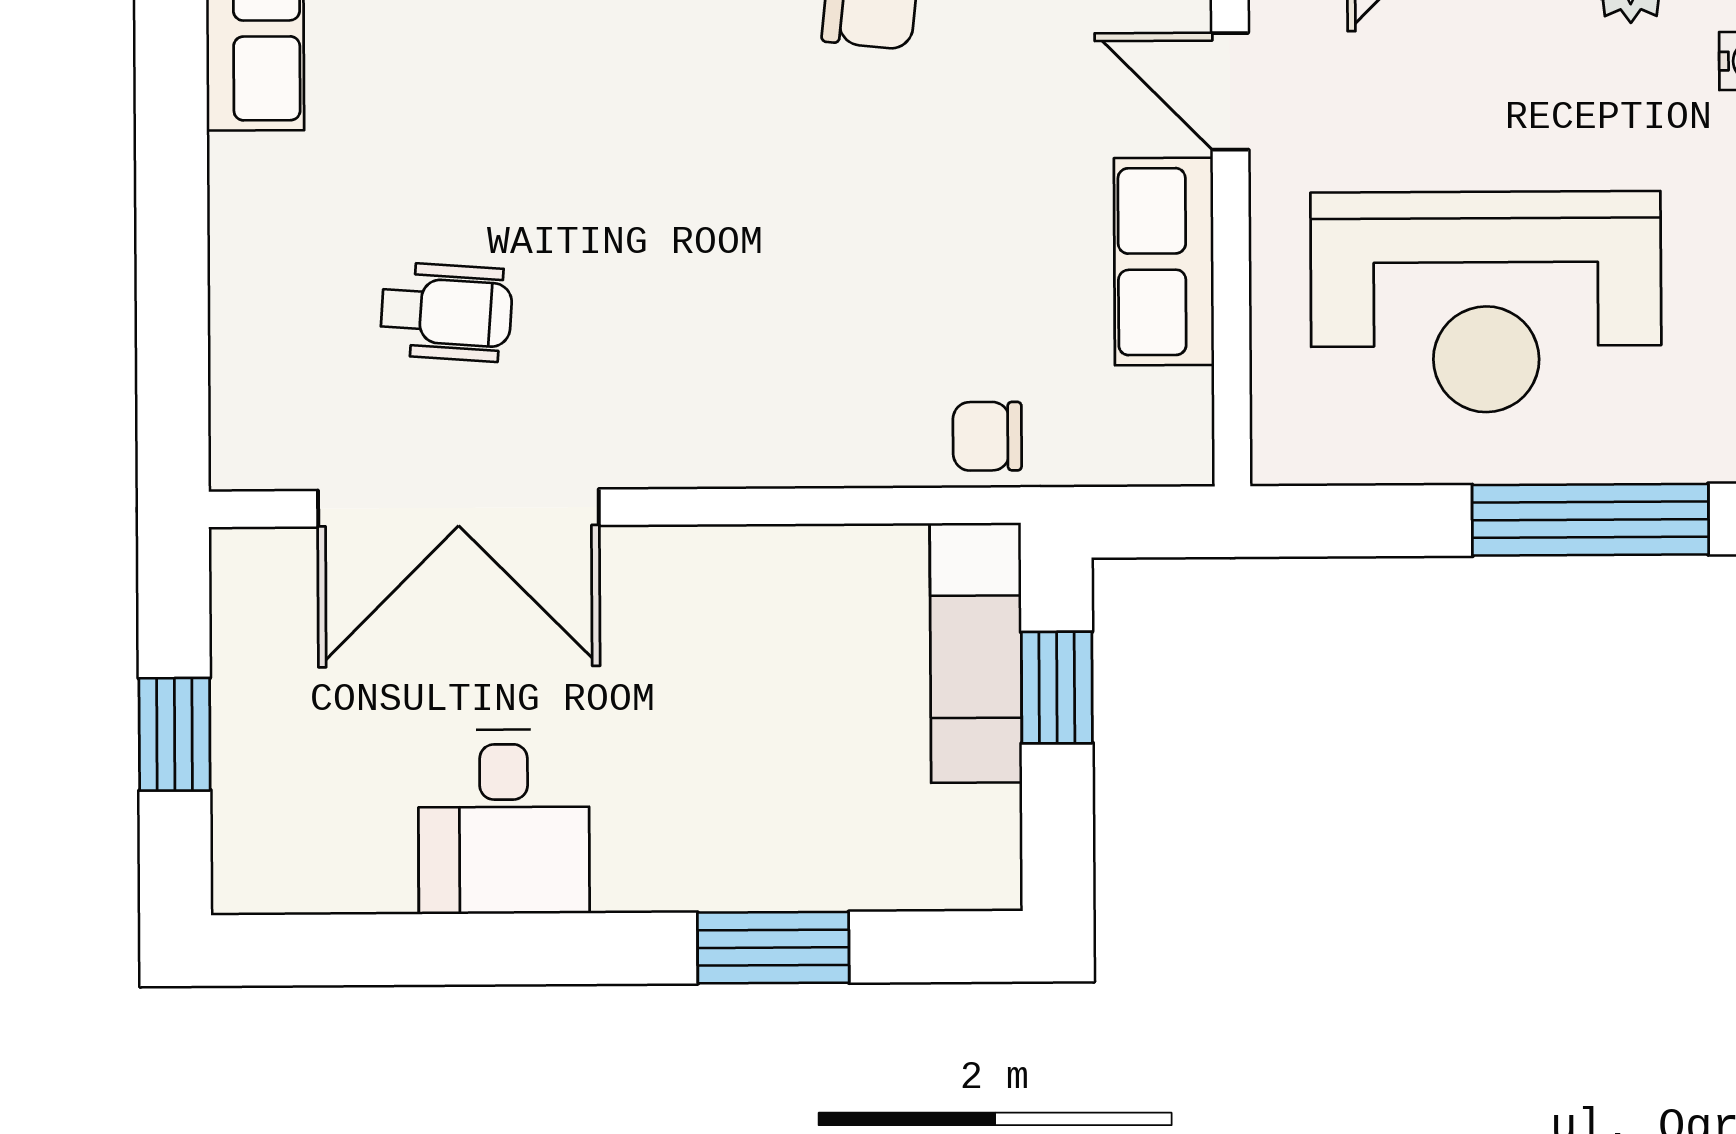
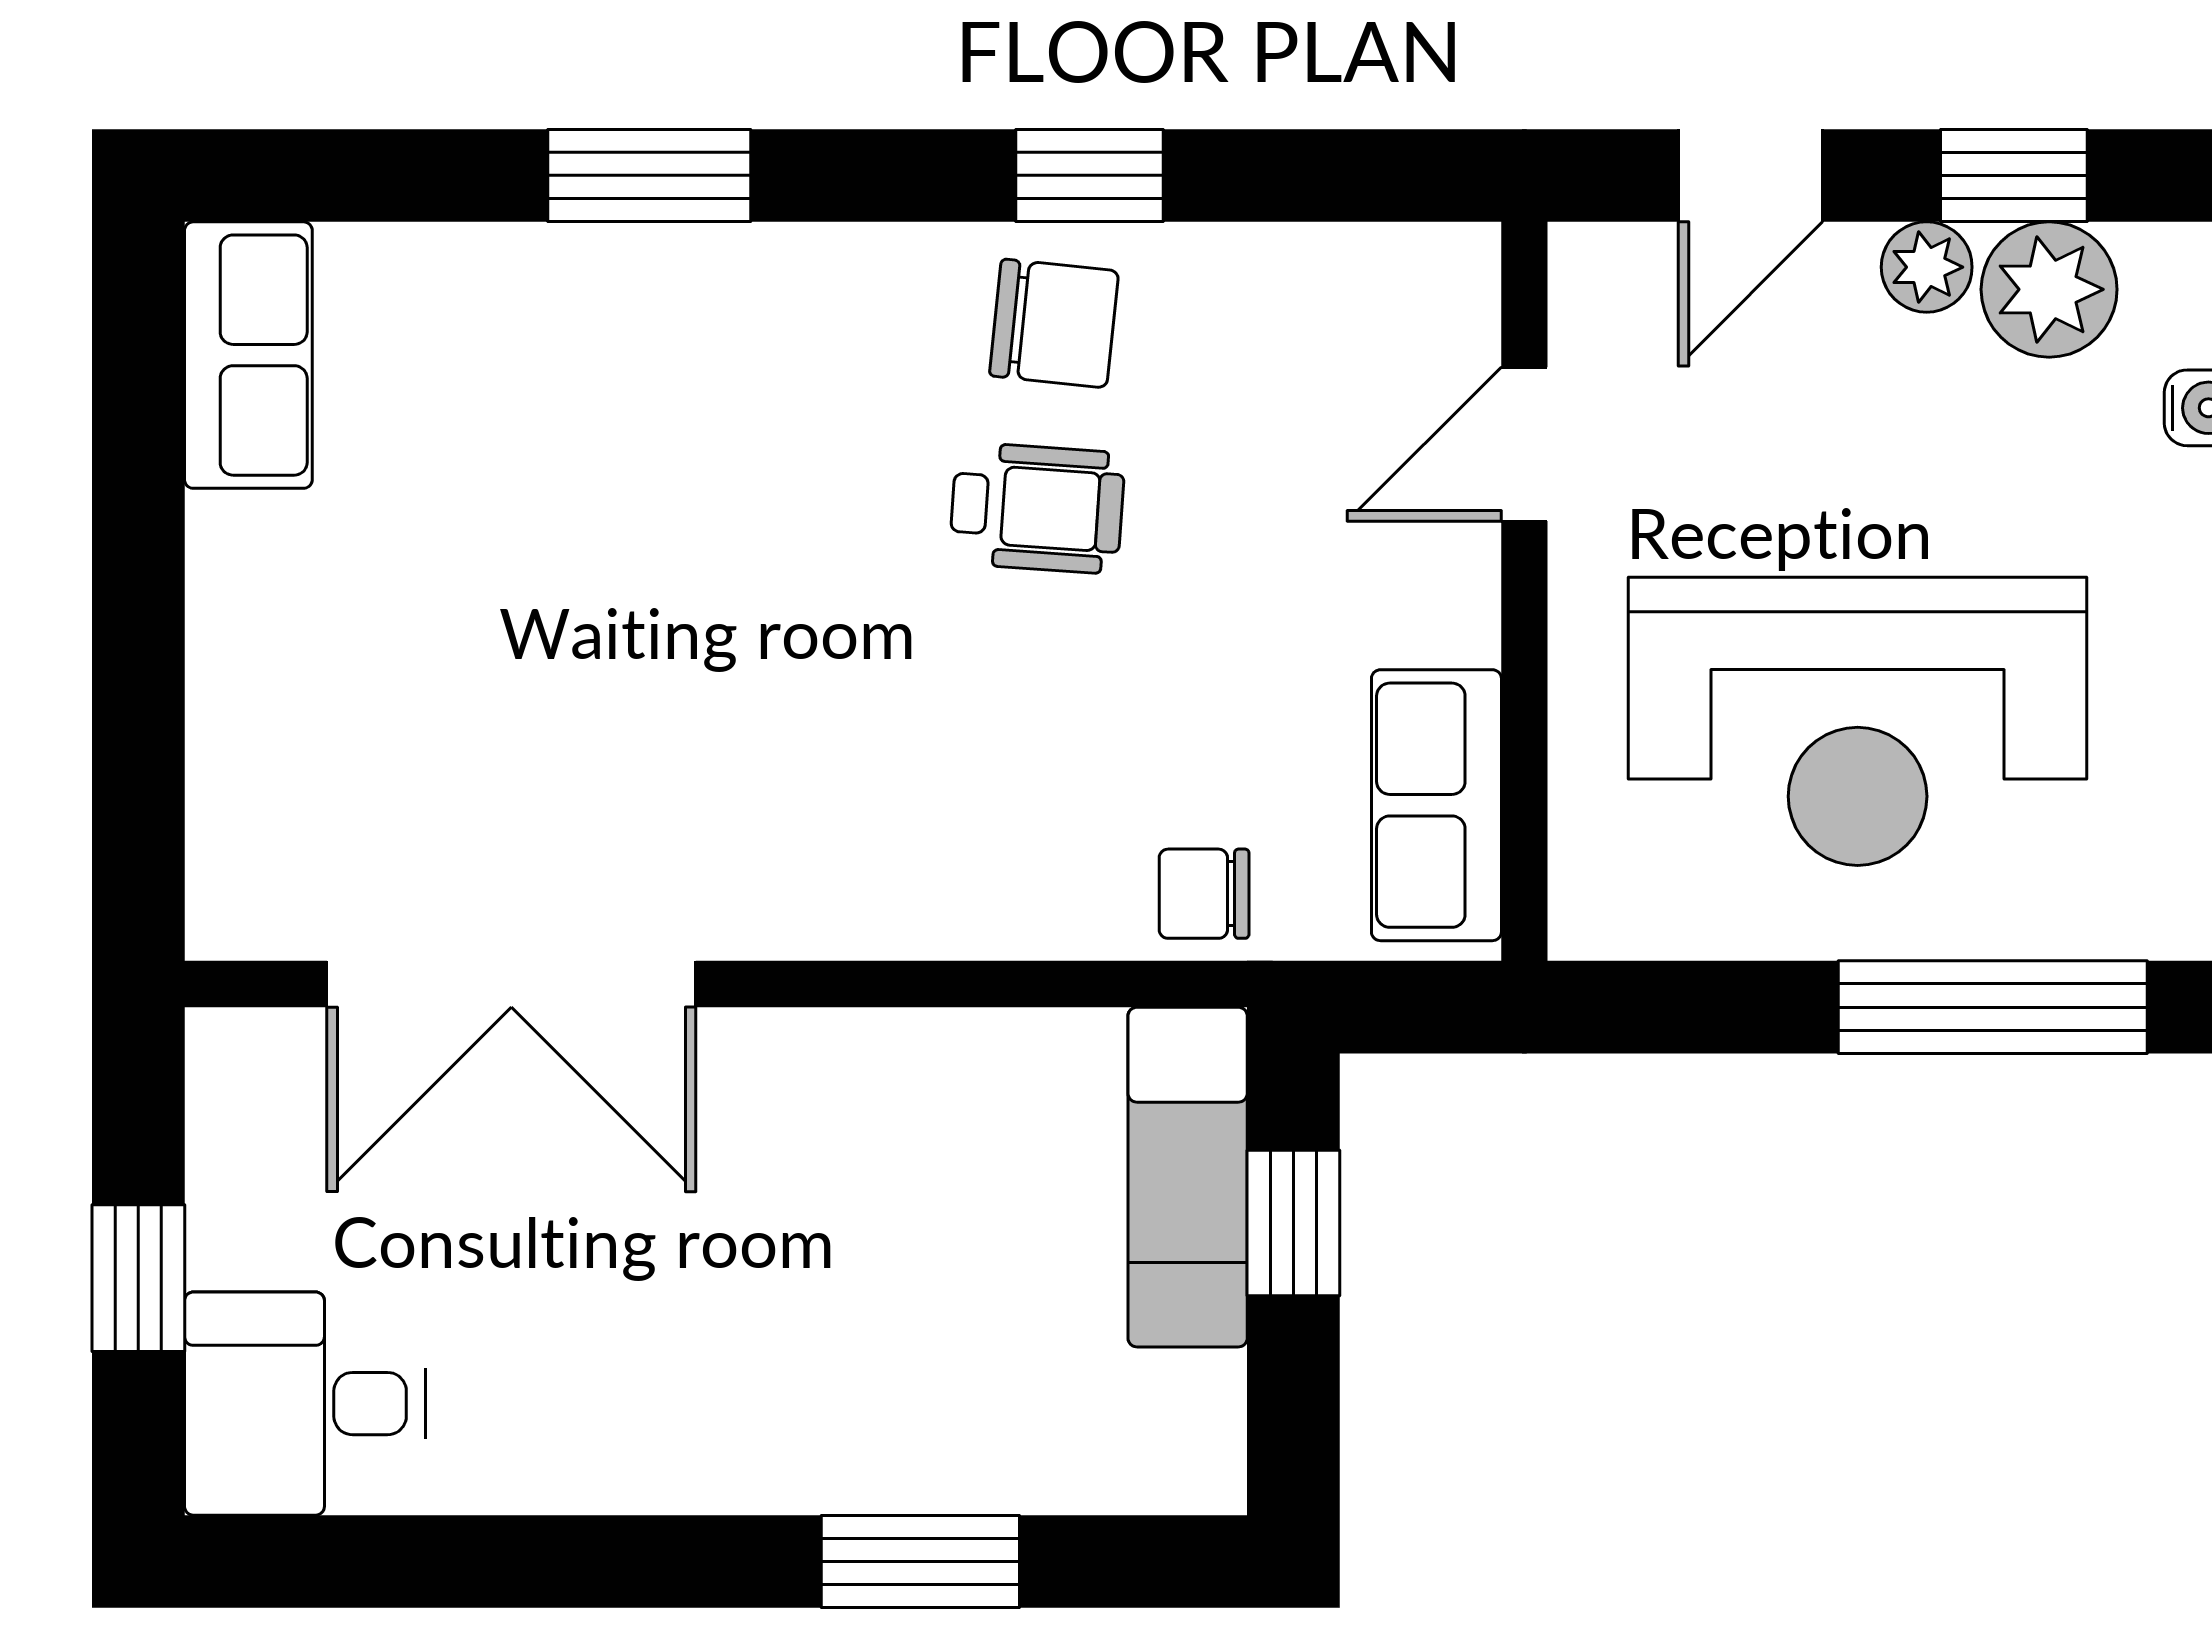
door: (1230, 91) -> (1524, 444), hinge flipped
row of seats: (1164, 262) -> (1436, 805), moved
wheelchair: (446, 312) -> (1037, 508), moved
desk: (504, 822) -> (305, 1404), moved, turned 90

